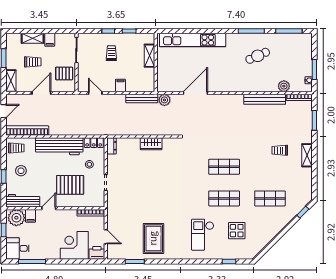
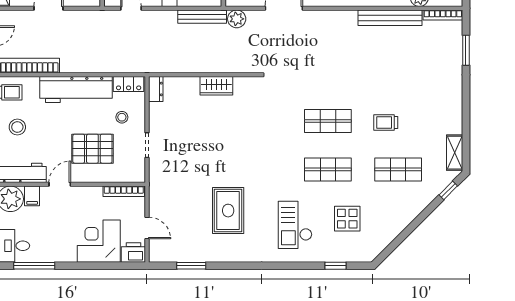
trolley: (280, 150) -> (386, 122), moved
shelving: (307, 155) -> (455, 153), moved
rug: (153, 238) -> (228, 211), moved

